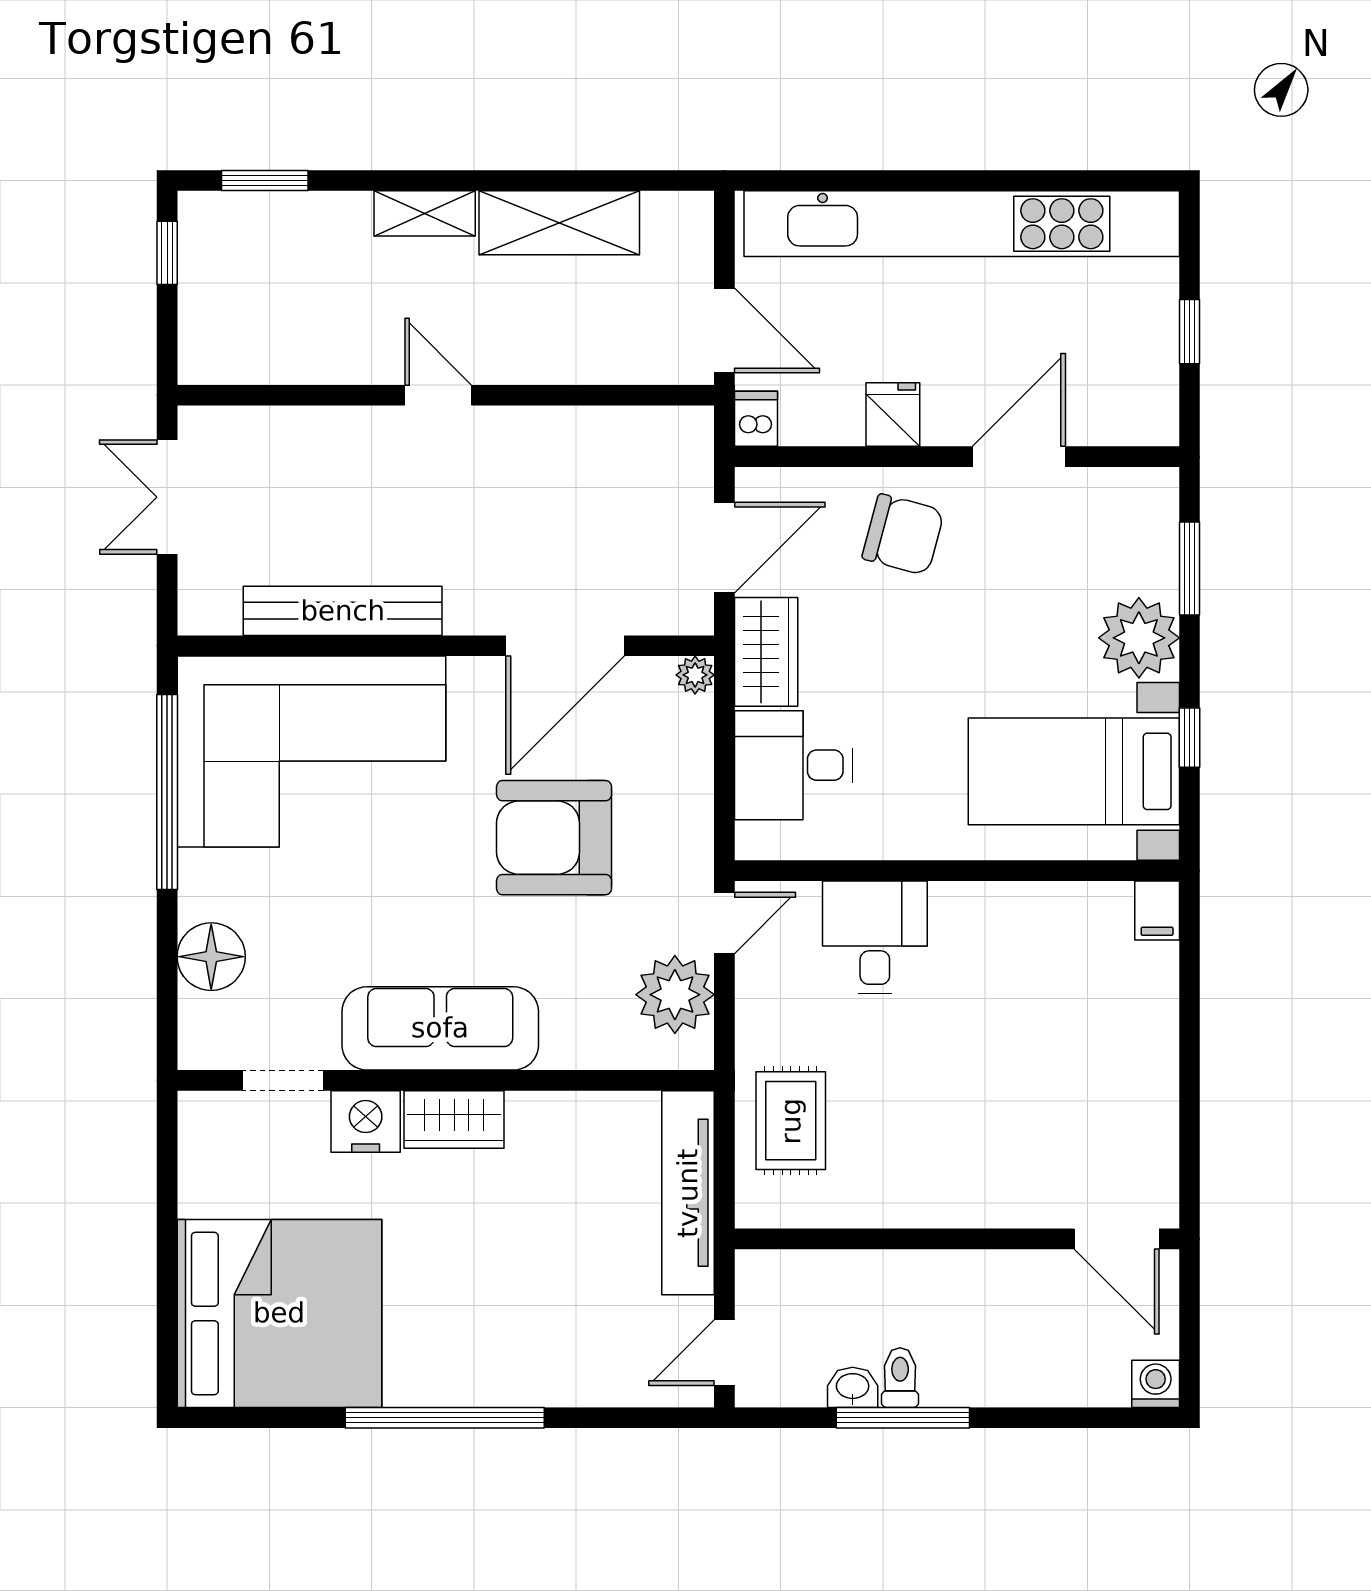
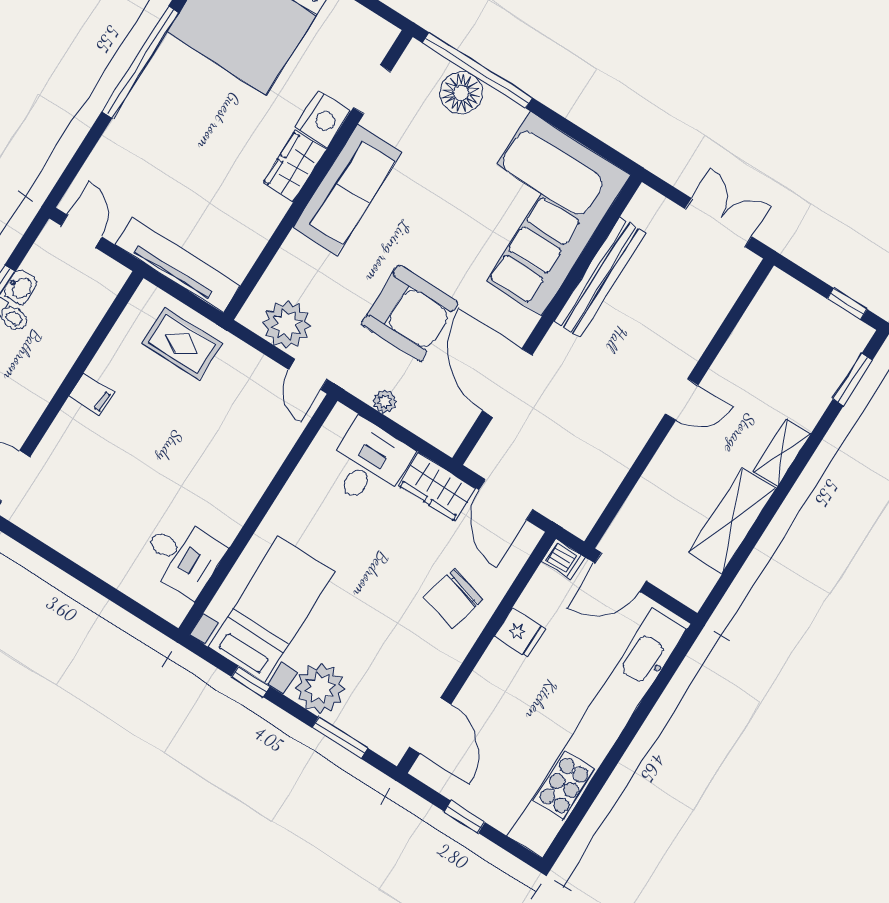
door: (1019, 457) -> (430, 725), moved
plant: (695, 675) -> (384, 401), moved
window: (167, 792) -> (477, 70), moved
armchair: (554, 838) -> (410, 313), turned 90
filing cabinet: (1157, 911) -> (92, 395), moved, turned 180
desk: (875, 937) -> (182, 557), moved

